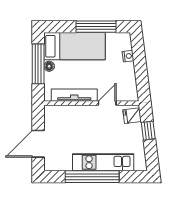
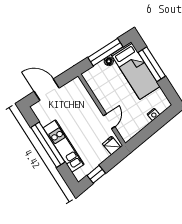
window: (96, 27) -> (152, 64), moved
tv unit: (74, 95) -> (99, 93), removed
door: (107, 103) -> (109, 121), hinge flipped
window: (148, 131) -> (96, 174), moved

